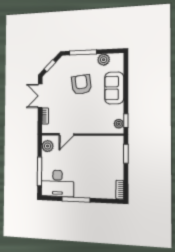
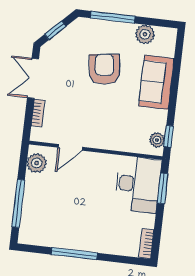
desk: (57, 183) -> (138, 184), moved, turned -90

